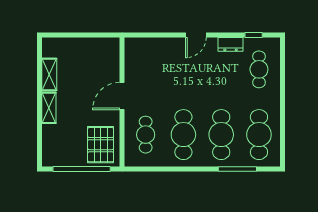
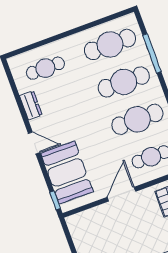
window: (254, 35) -> (55, 200), moved
booth: (159, 55) -> (67, 172), added
door: (122, 96) -> (121, 194), swing flipped

